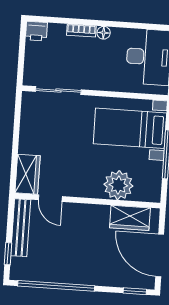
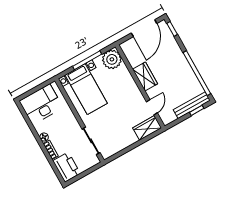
printer: (36, 31) -> (67, 167), width x1.87, depth x1.48
plant: (118, 185) -> (112, 59), moved
wardrobe: (130, 218) -> (145, 77), moved
bench: (21, 228) -> (192, 105), moved

